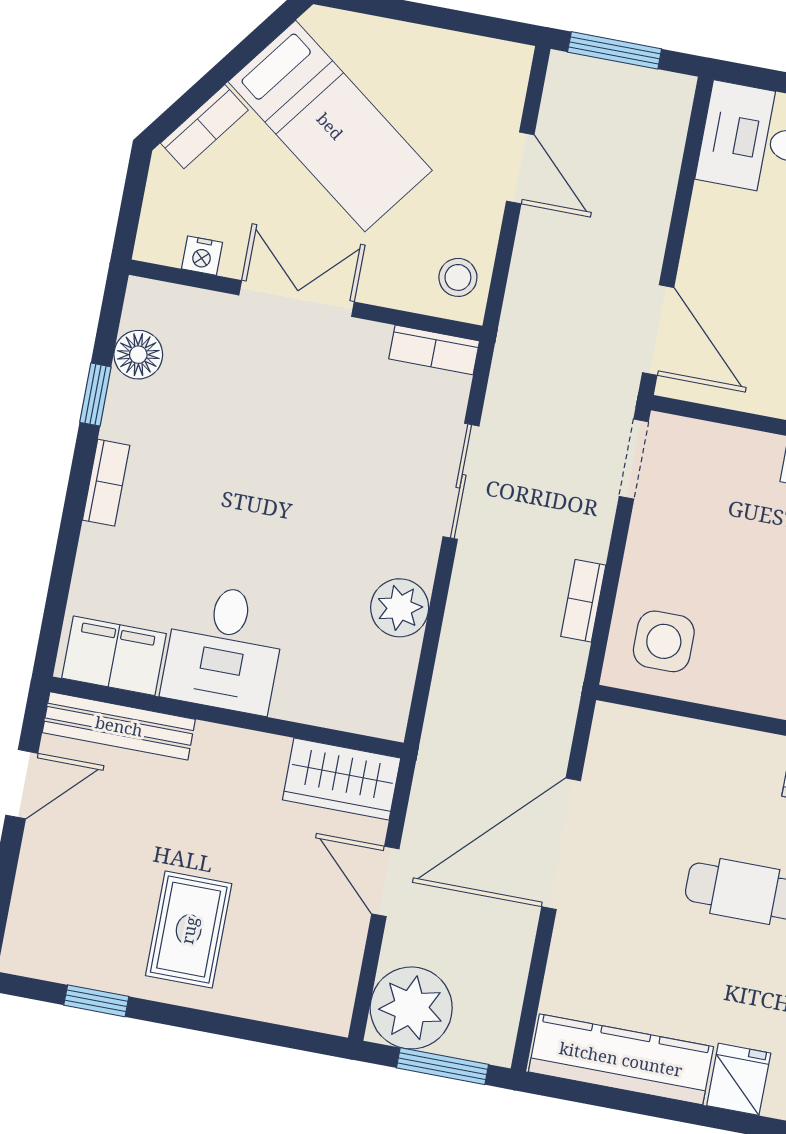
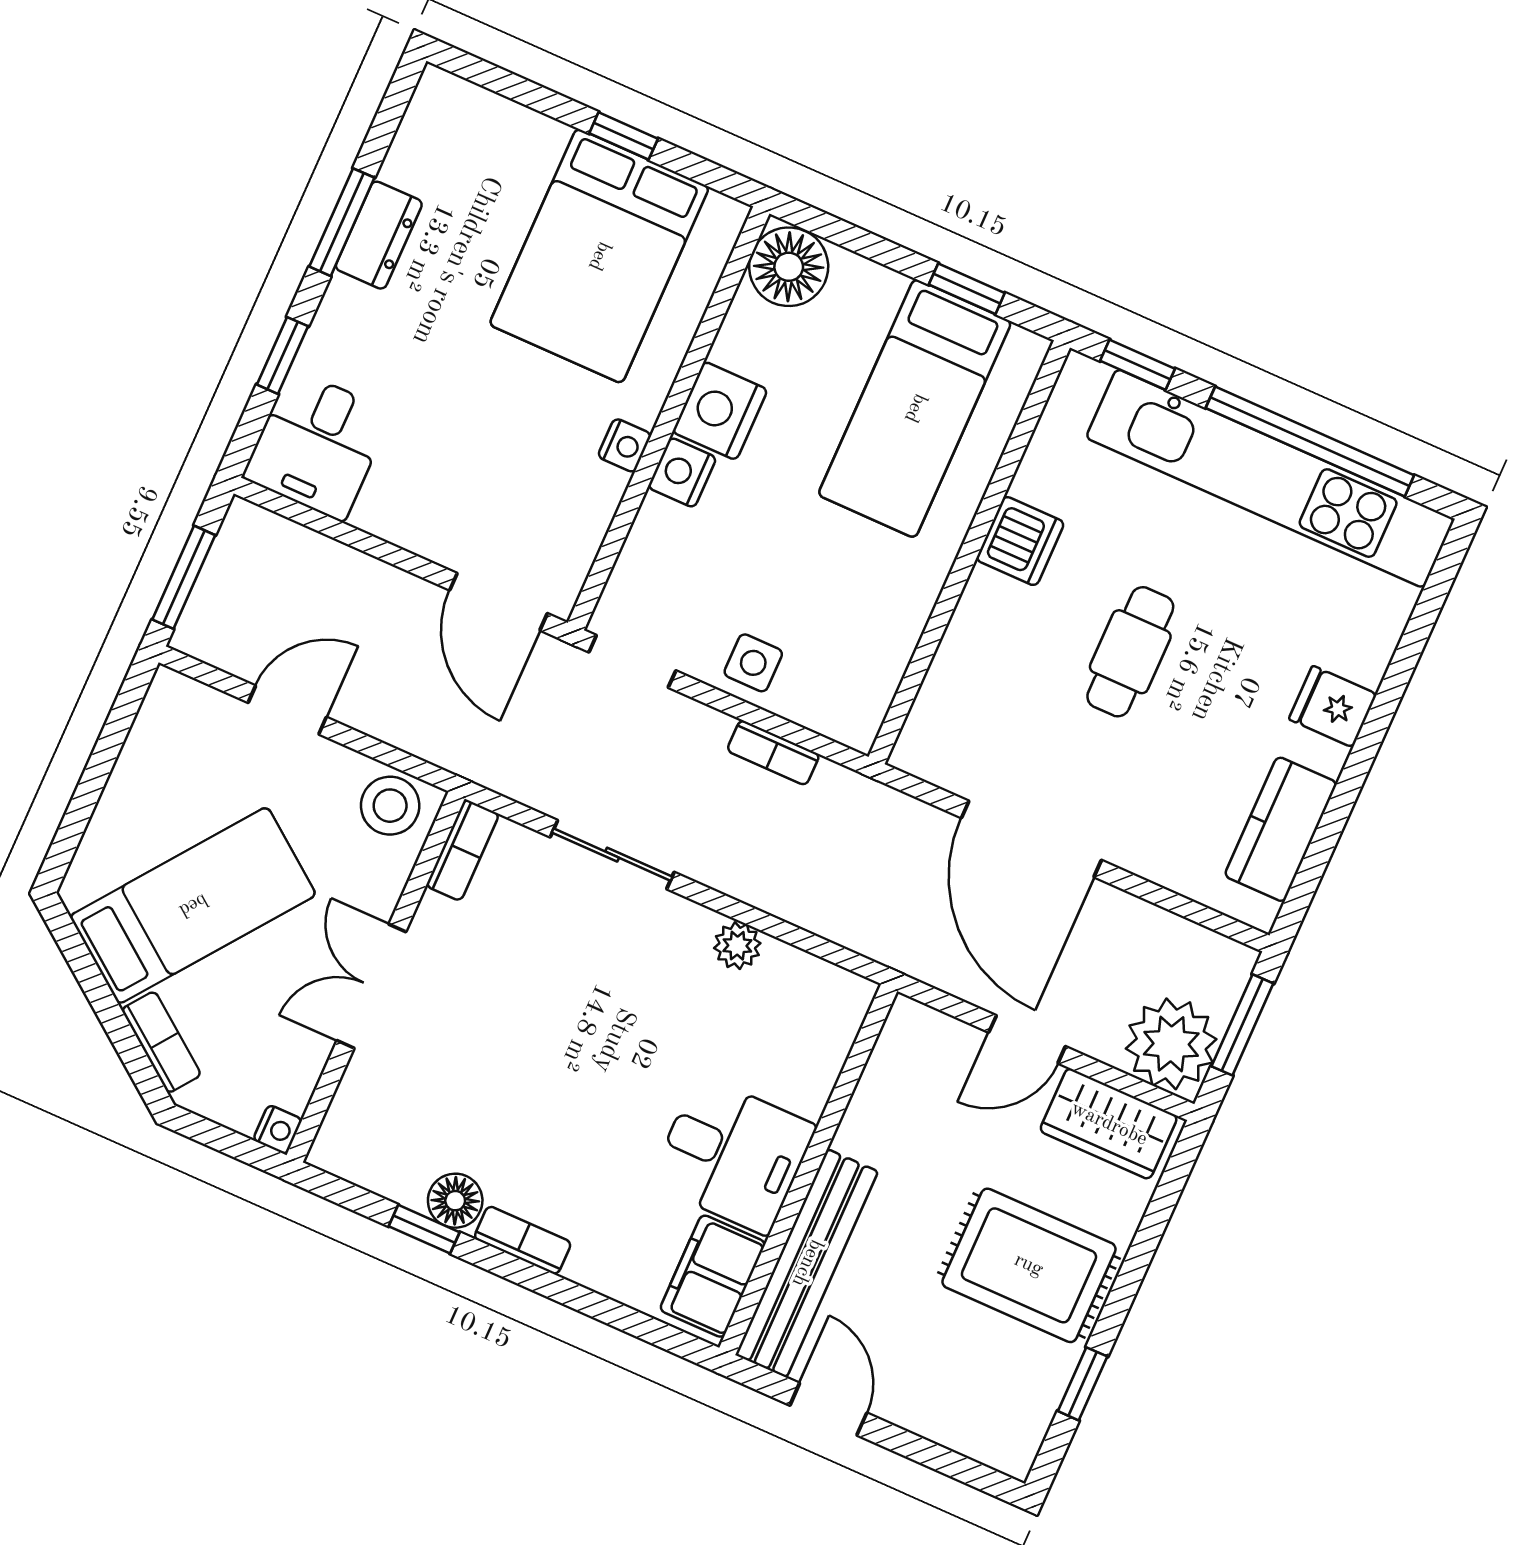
nightstand: (202, 256) -> (278, 1130), moved
stool: (458, 277) -> (390, 806), width x1.37, depth x1.37
door: (658, 330) -> (499, 602), swing flipped
floor lamp: (138, 355) -> (455, 1201), moved
plant: (400, 608) -> (737, 946), width x0.73, depth x0.73
side table: (664, 641) -> (753, 663), moved, width x0.73, depth x0.73
bench: (119, 726) -> (807, 1263), width x1.37, depth x1.21
wardrobe: (342, 779) -> (1109, 1124), moved, turned 90
rug: (189, 930) -> (1029, 1265), width x1.36, depth x1.43
kitchen counter: (621, 1059) -> (1281, 829), width x0.67

